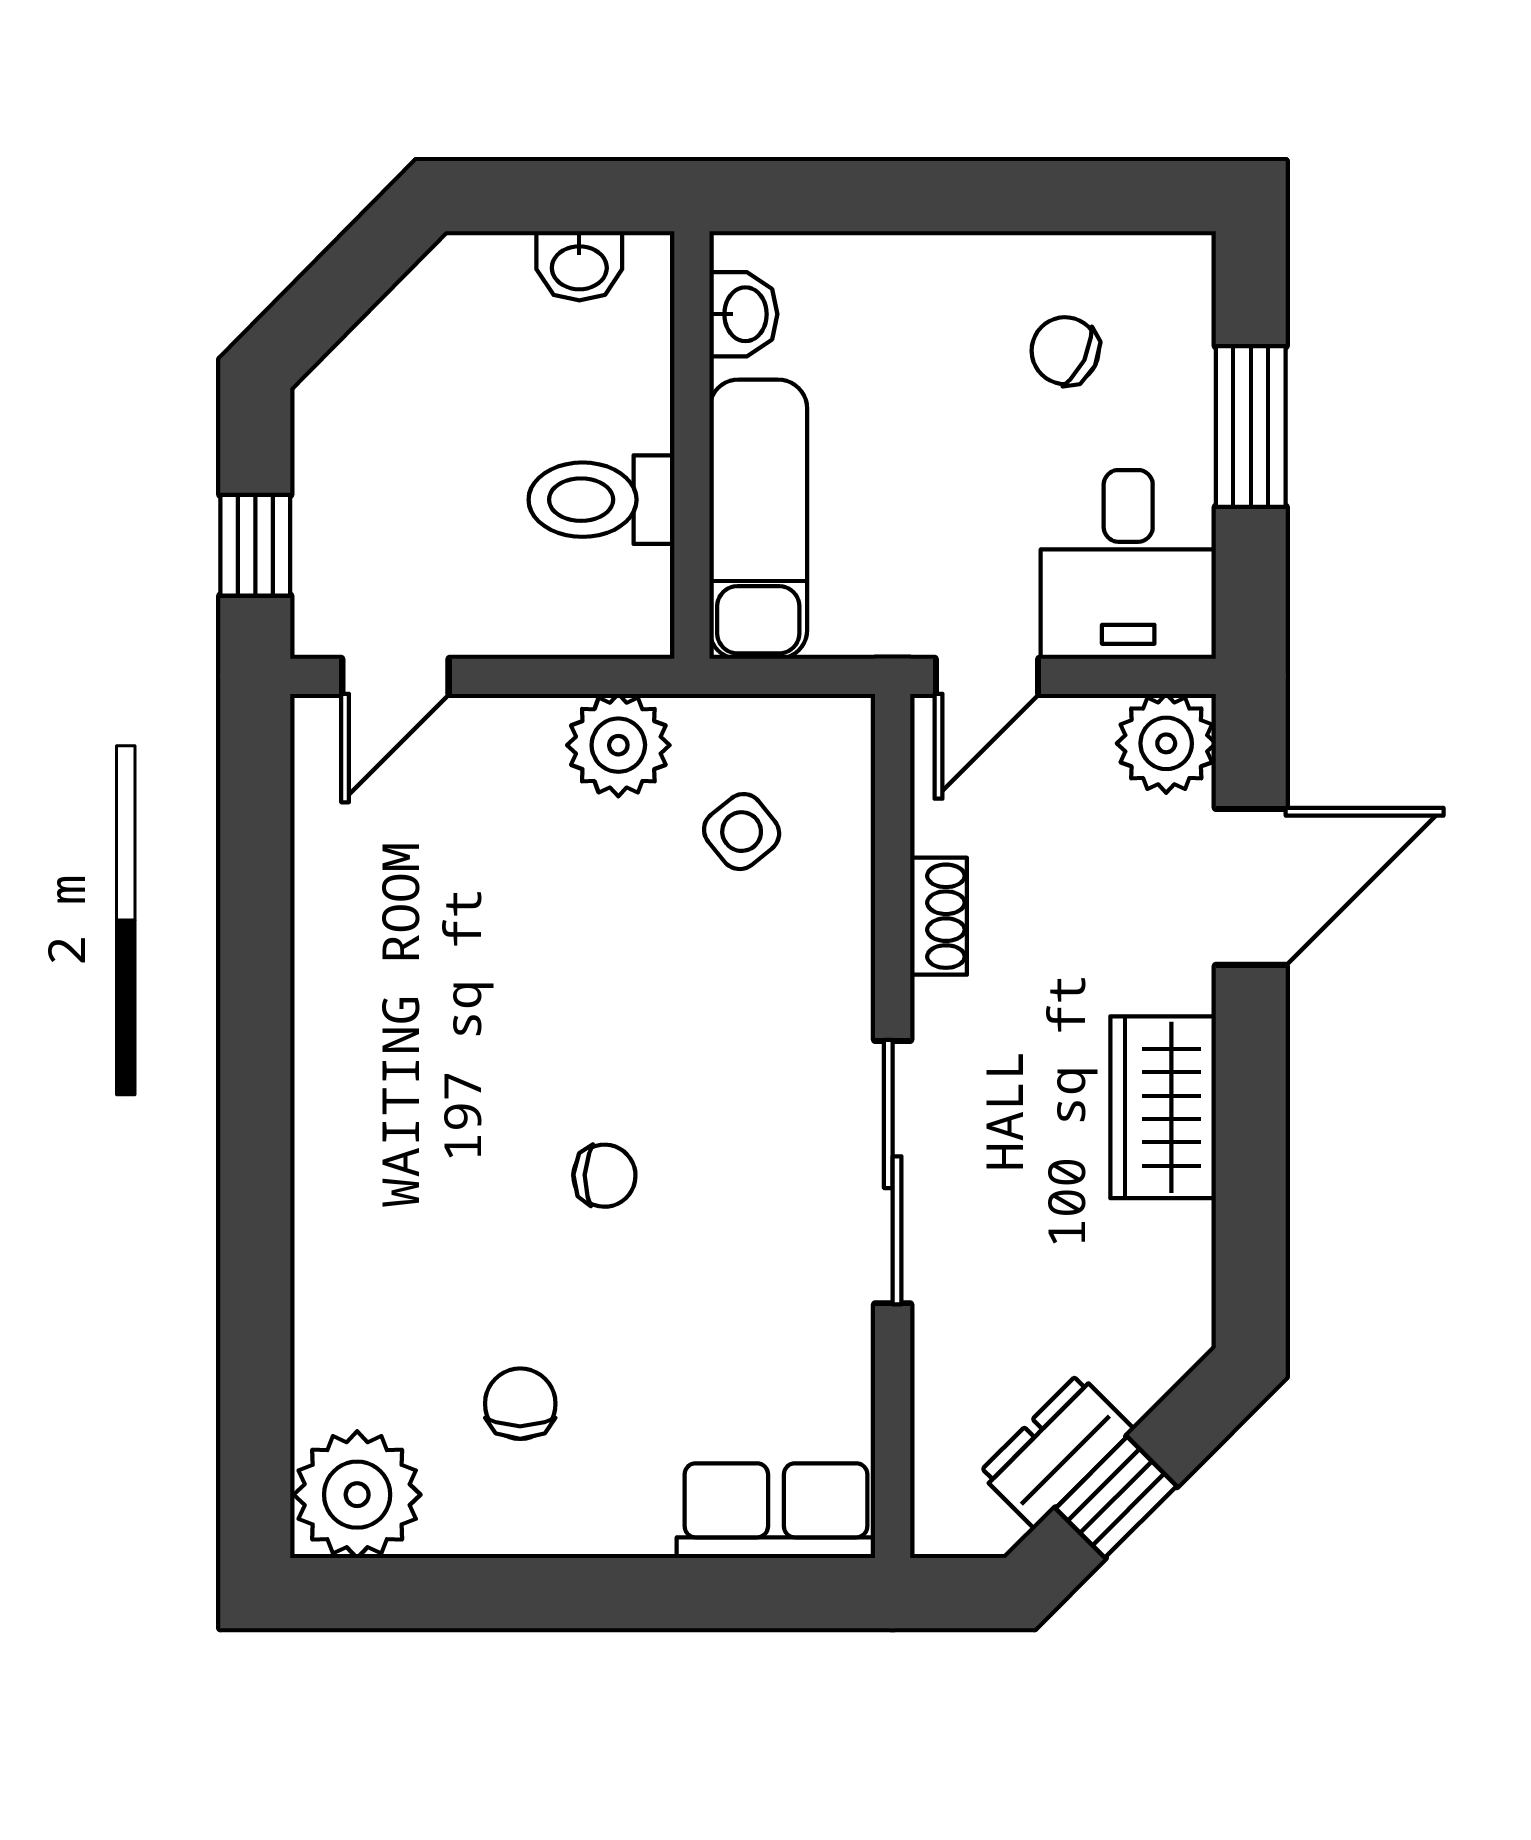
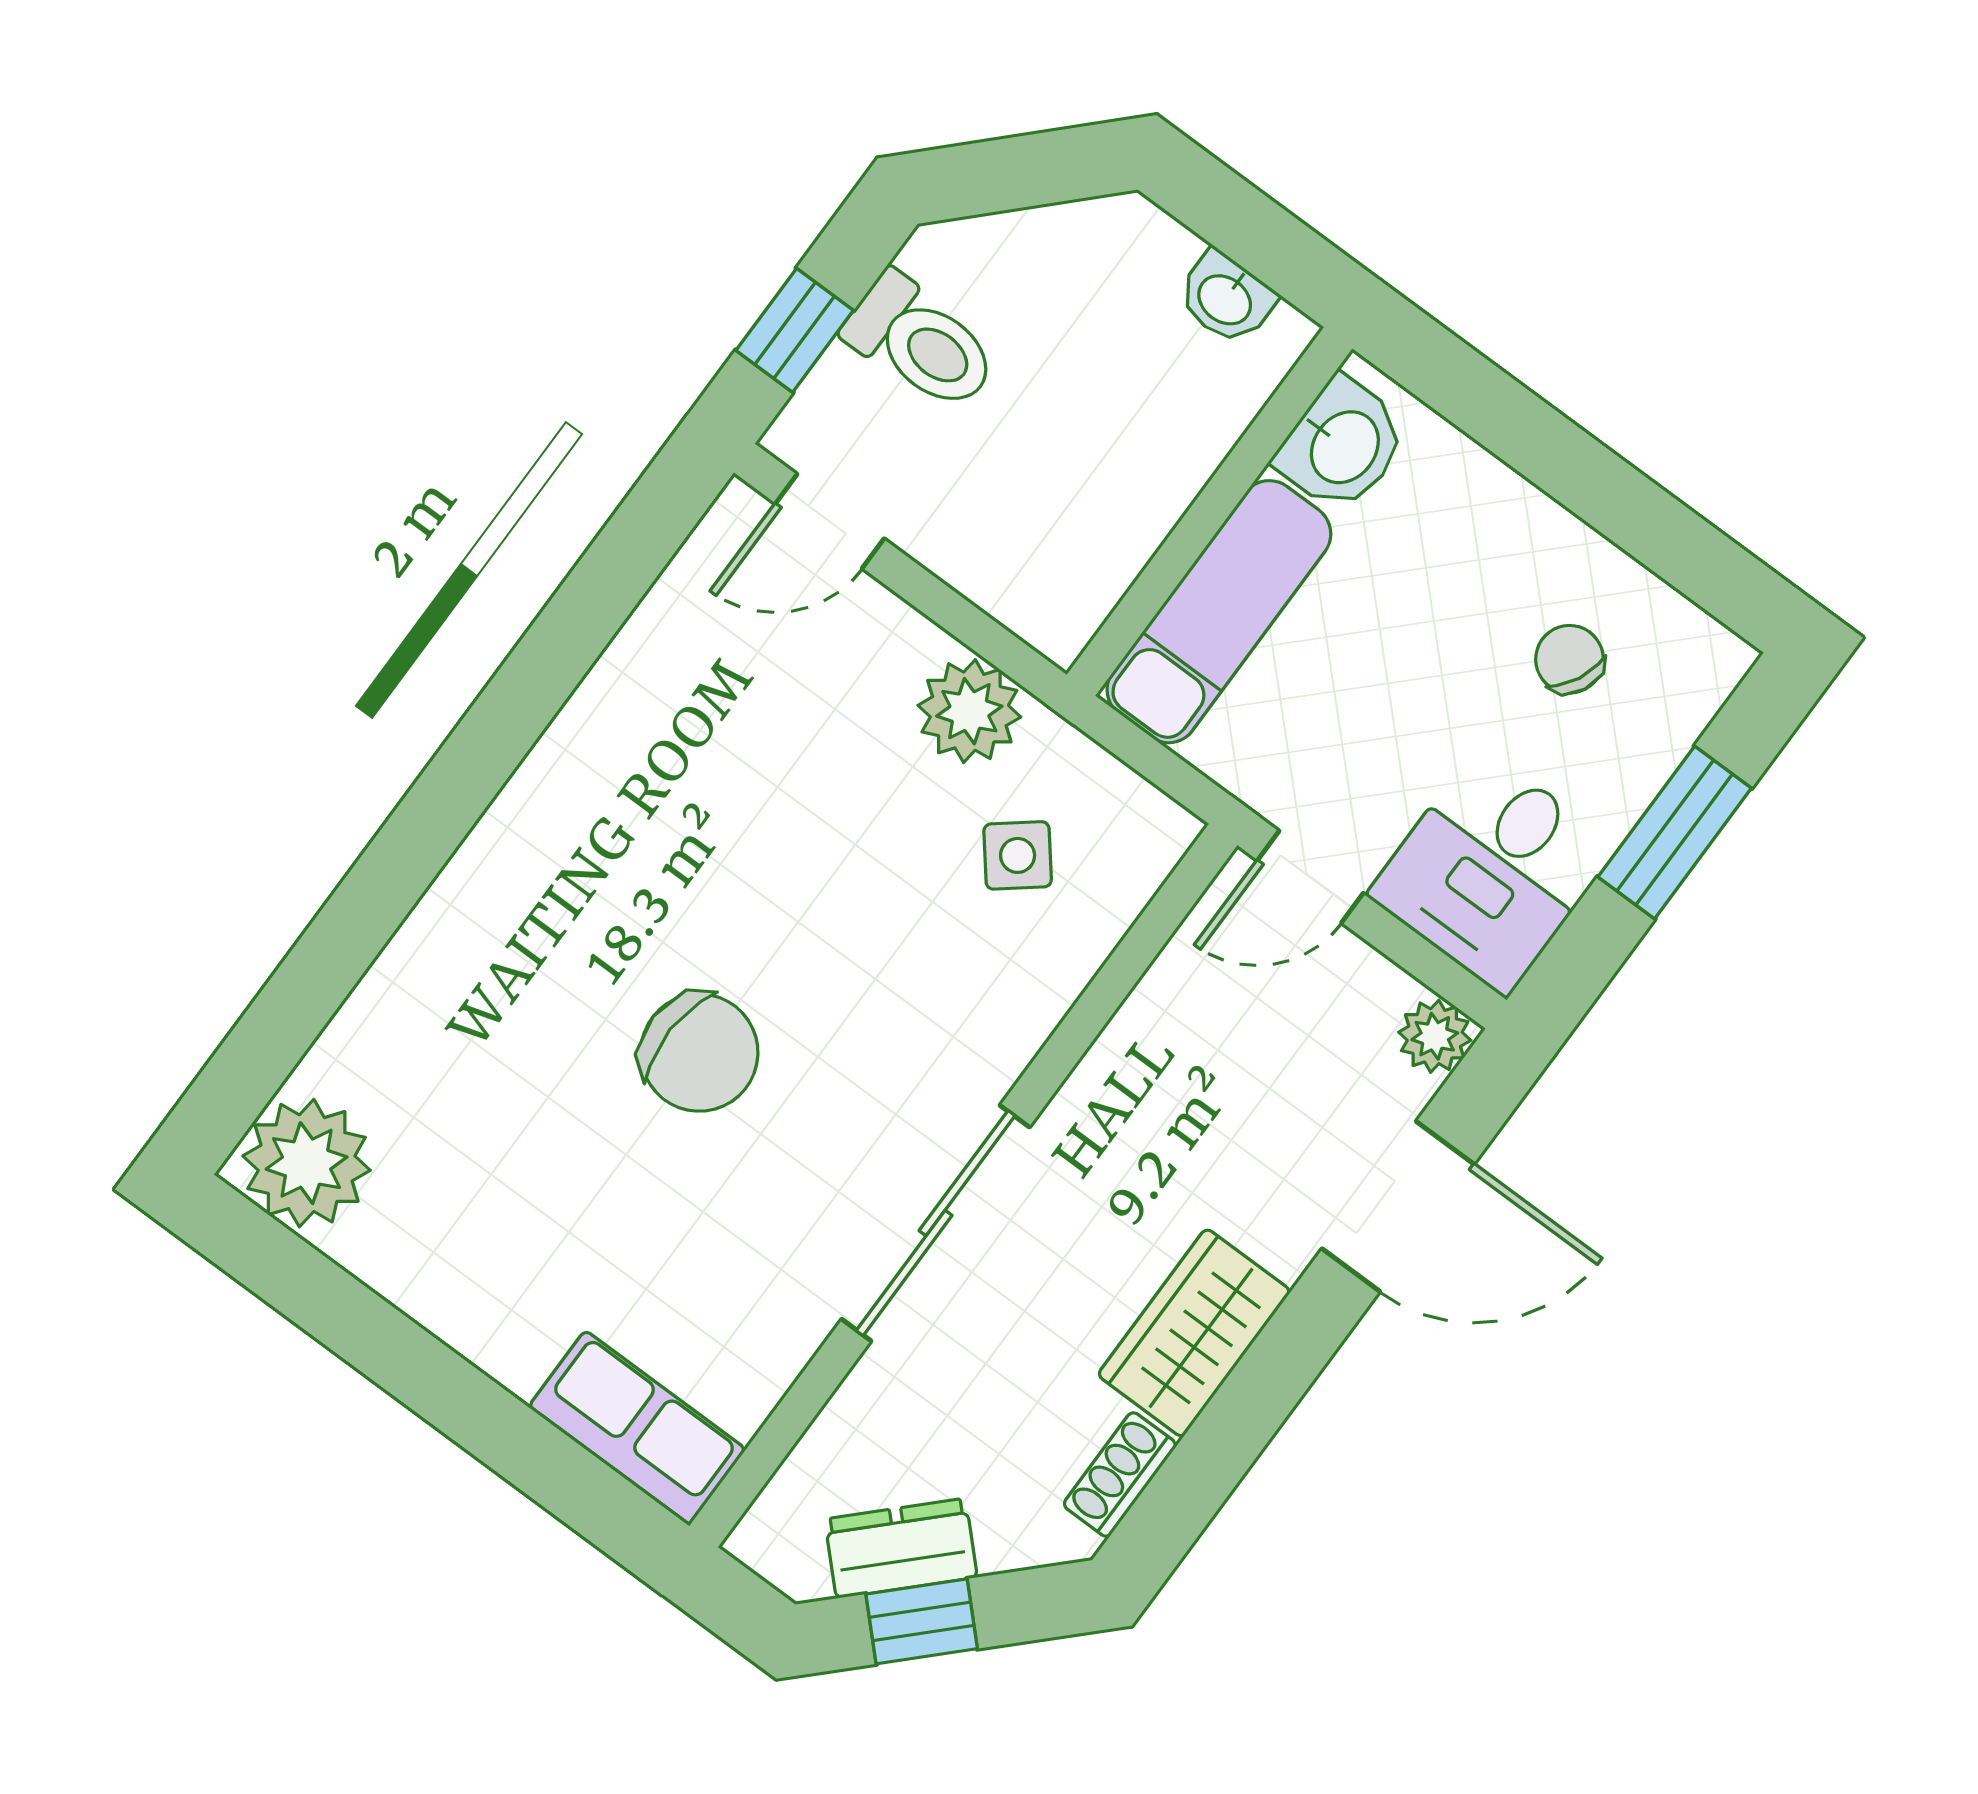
washbasin: (743, 314) -> (1342, 445), width x1.38, depth x1.45
toilet: (602, 500) -> (921, 343), moved, turned 180
plant: (1166, 743) -> (1435, 1036), width x0.73, depth x0.73
shoe rack: (939, 916) -> (1120, 1475), moved, turned 180
chair: (604, 1176) -> (699, 1053), width x1.87, depth x1.87
chair: (520, 1404) -> (494, 1187), removed

